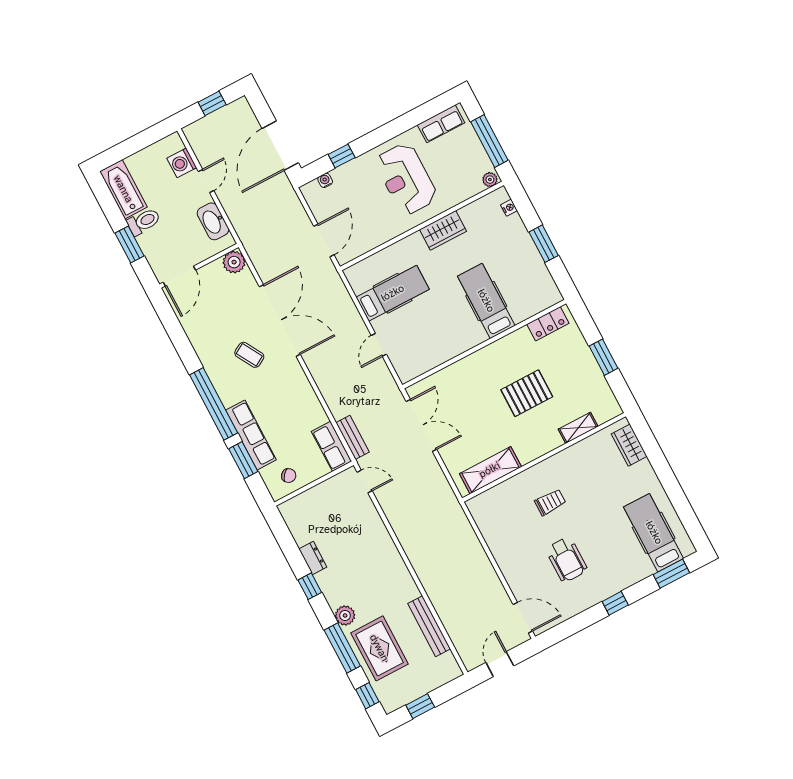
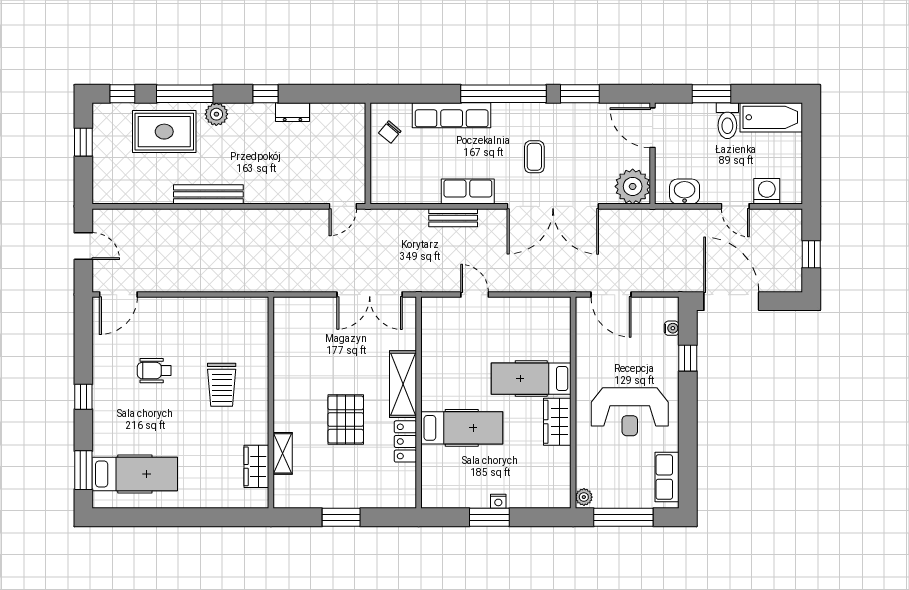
reception desk: (406, 179) -> (630, 412), turned 180
nightstand: (509, 208) -> (498, 501), moved
washbasin: (213, 221) -> (685, 192), width x0.72
plant: (234, 262) -> (633, 186), width x1.36, depth x1.36
hospital bed: (393, 293) -> (531, 379), moved, turned 90
locker: (548, 324) -> (405, 441), moved
coffee table: (249, 355) -> (534, 157), turned -60
bench: (353, 437) -> (453, 218), moved
wardrobe: (629, 445) -> (256, 466), moved, turned -90
row of seats: (332, 446) -> (468, 191), moved
window: (243, 460) -> (580, 94), moved
shelving: (490, 470) -> (403, 384), moved
trolley: (550, 502) -> (222, 385), width x1.36, depth x1.39
wheelchair: (567, 560) -> (154, 371), width x0.73, depth x0.73
bench: (429, 626) -> (208, 194), moved

